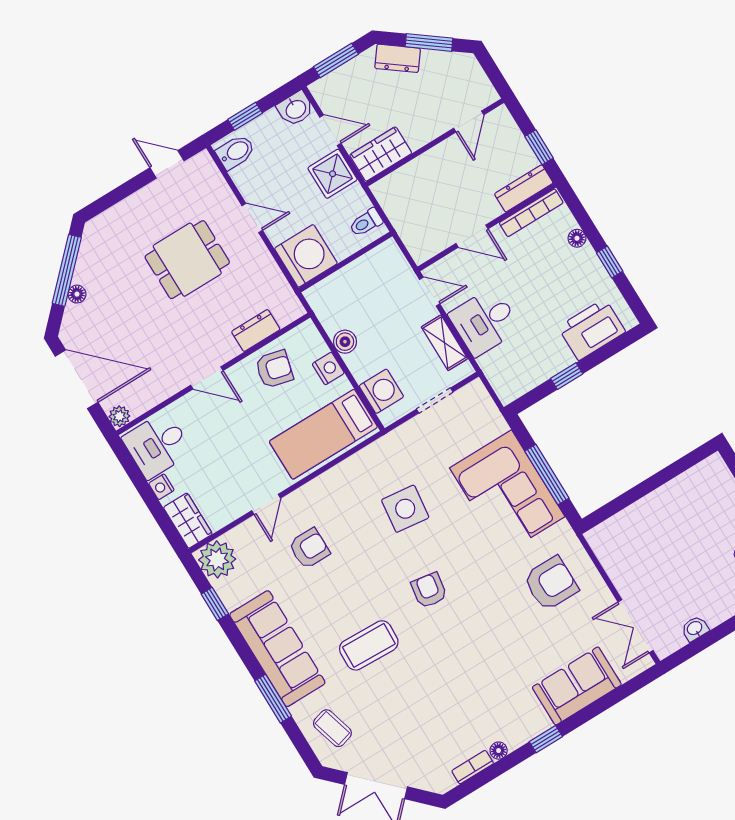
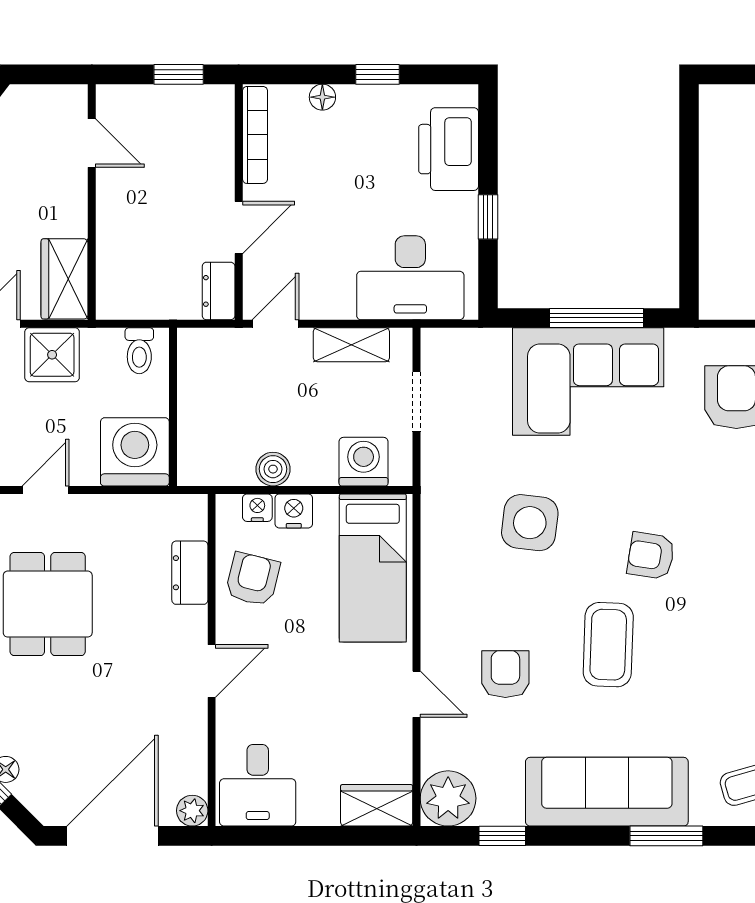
dresser: (524, 188) -> (219, 291), moved, width x0.70
desk: (485, 322) -> (410, 278), moved, width x1.37
nightstand: (161, 487) -> (257, 508), moved, turned 180
coffee table: (369, 645) -> (608, 645), moved

